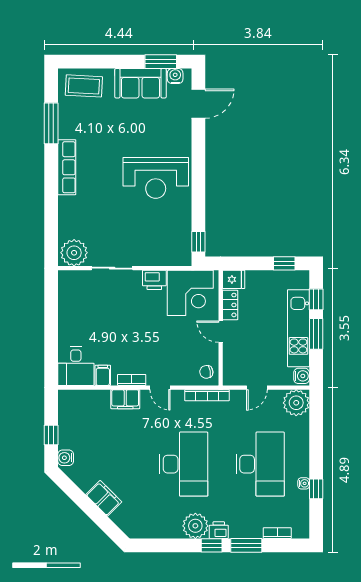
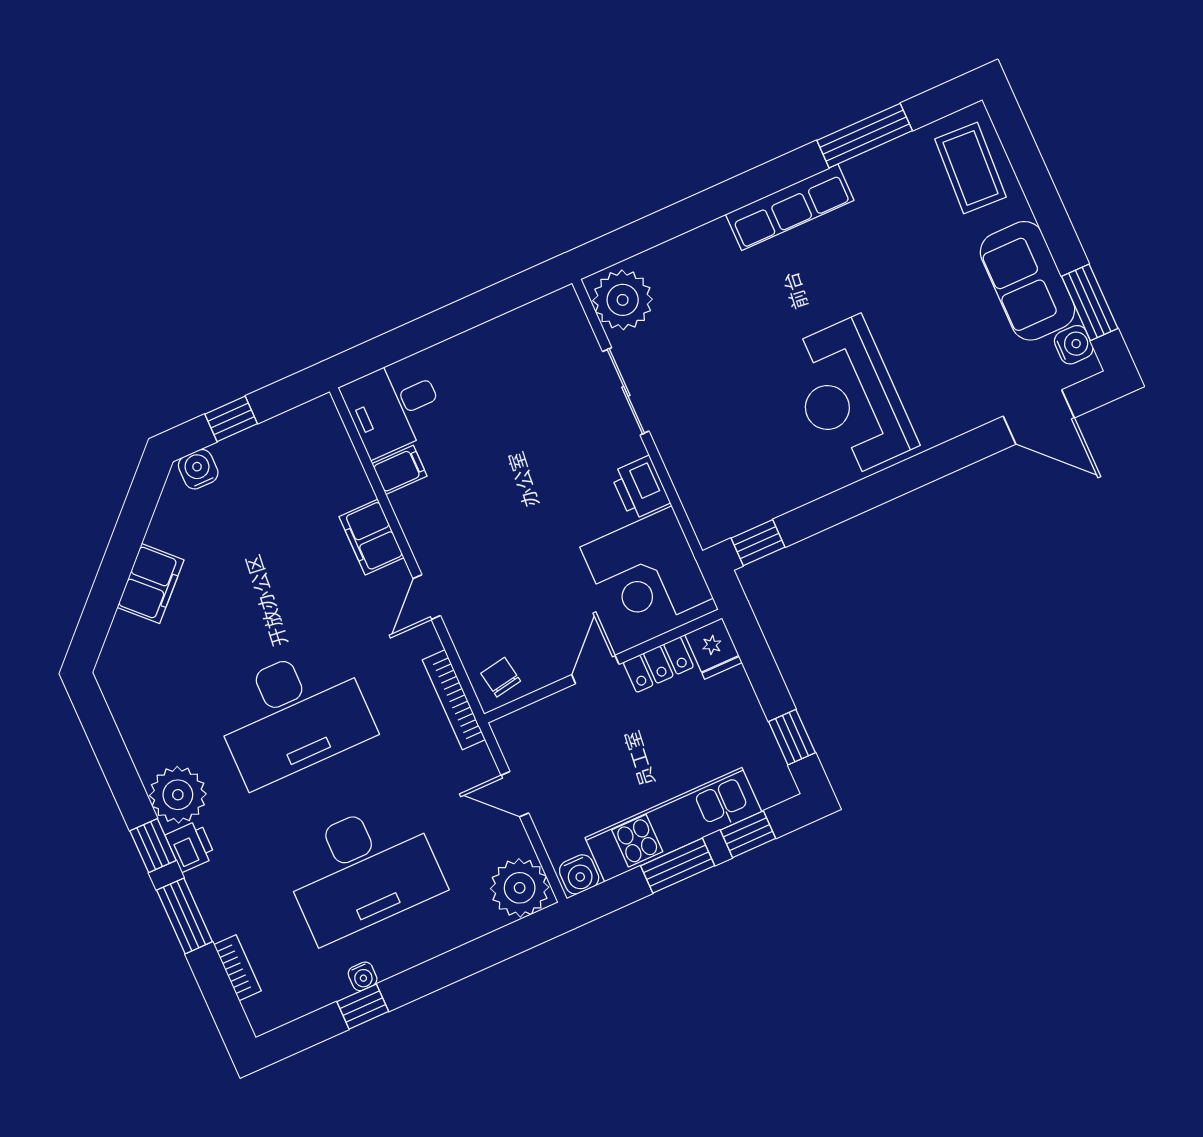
bookcase: (132, 380) -> (416, 533), removed

